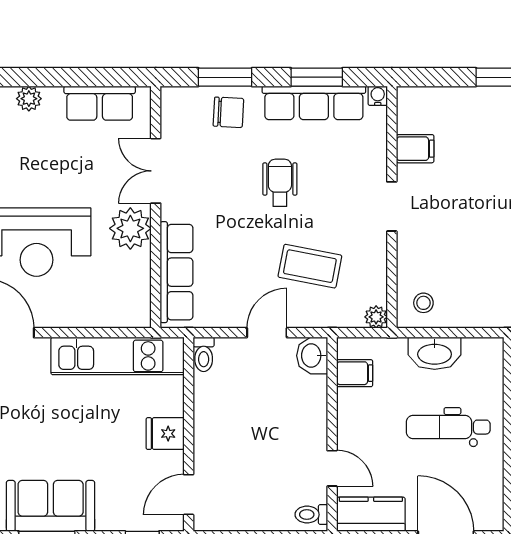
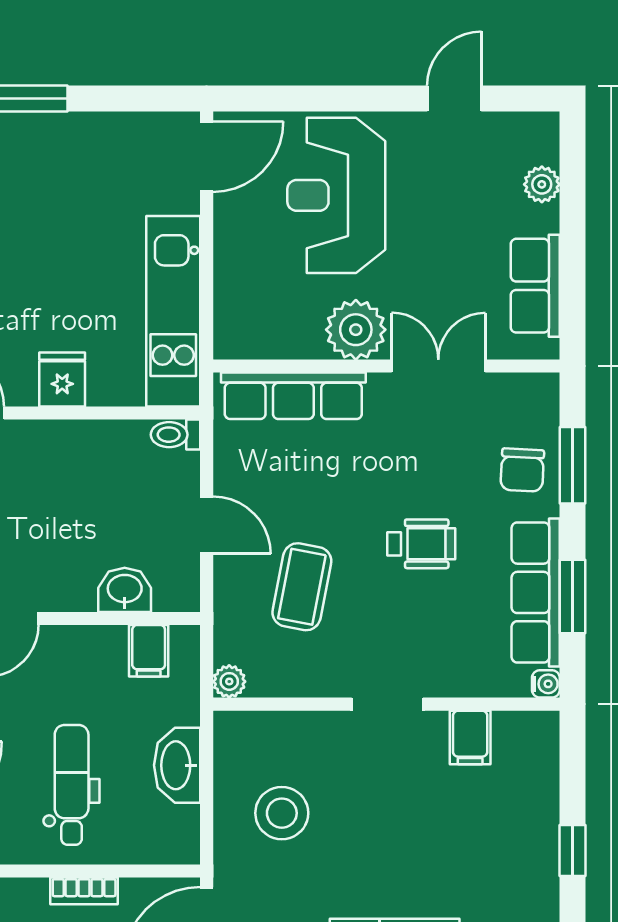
stool: (423, 303) -> (282, 813), moved, width x1.89, depth x1.89
washbasin: (312, 356) -> (125, 590), moved

